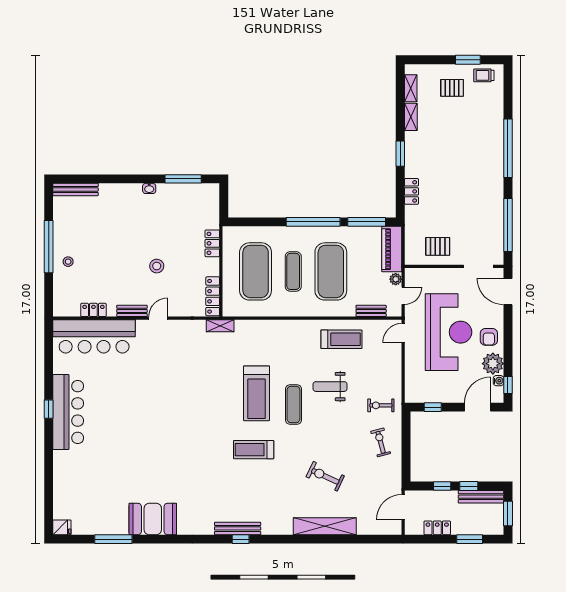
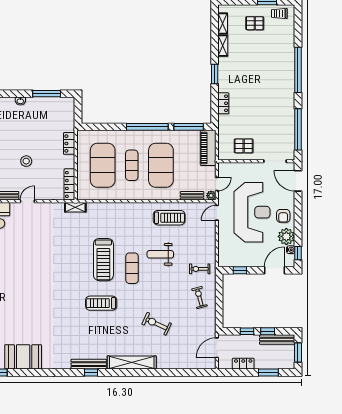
plant: (396, 279) -> (211, 196), moved
shelving: (325, 526) -> (132, 362), moved

